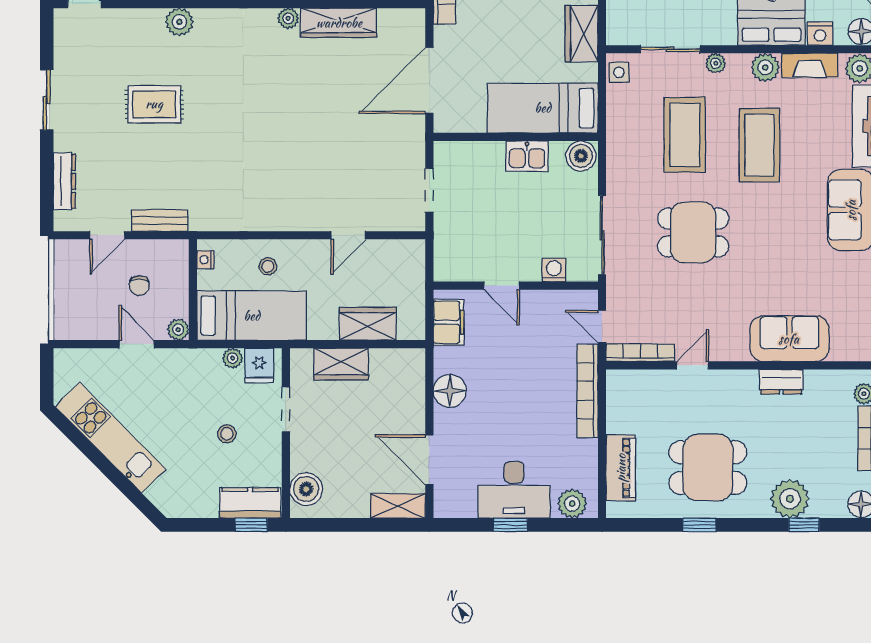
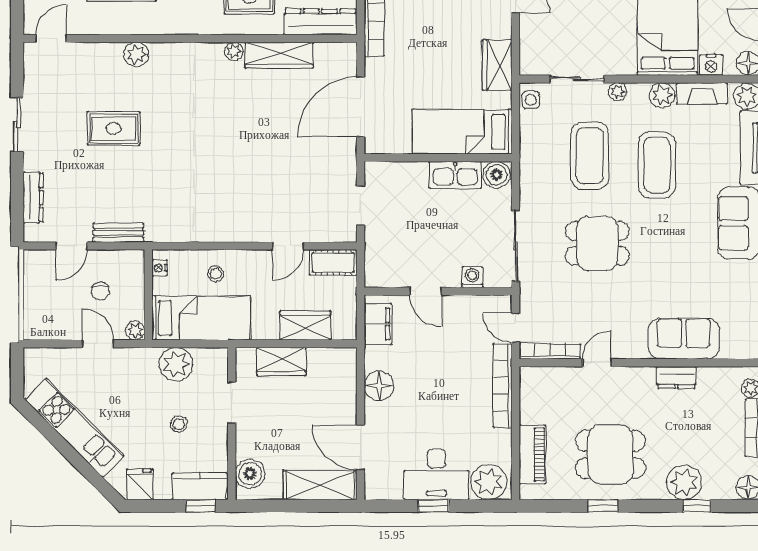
kitchen sink: (527, 156) -> (455, 175), width x1.38
cot: (399, 254) -> (333, 262), added
plant: (233, 358) -> (176, 364), width x1.88, depth x1.88
fridge: (259, 365) -> (140, 484), moved, turned 180
plant: (572, 504) -> (489, 482), width x1.36, depth x1.36
shelving: (398, 506) -> (320, 485), width x1.50, depth x1.33

